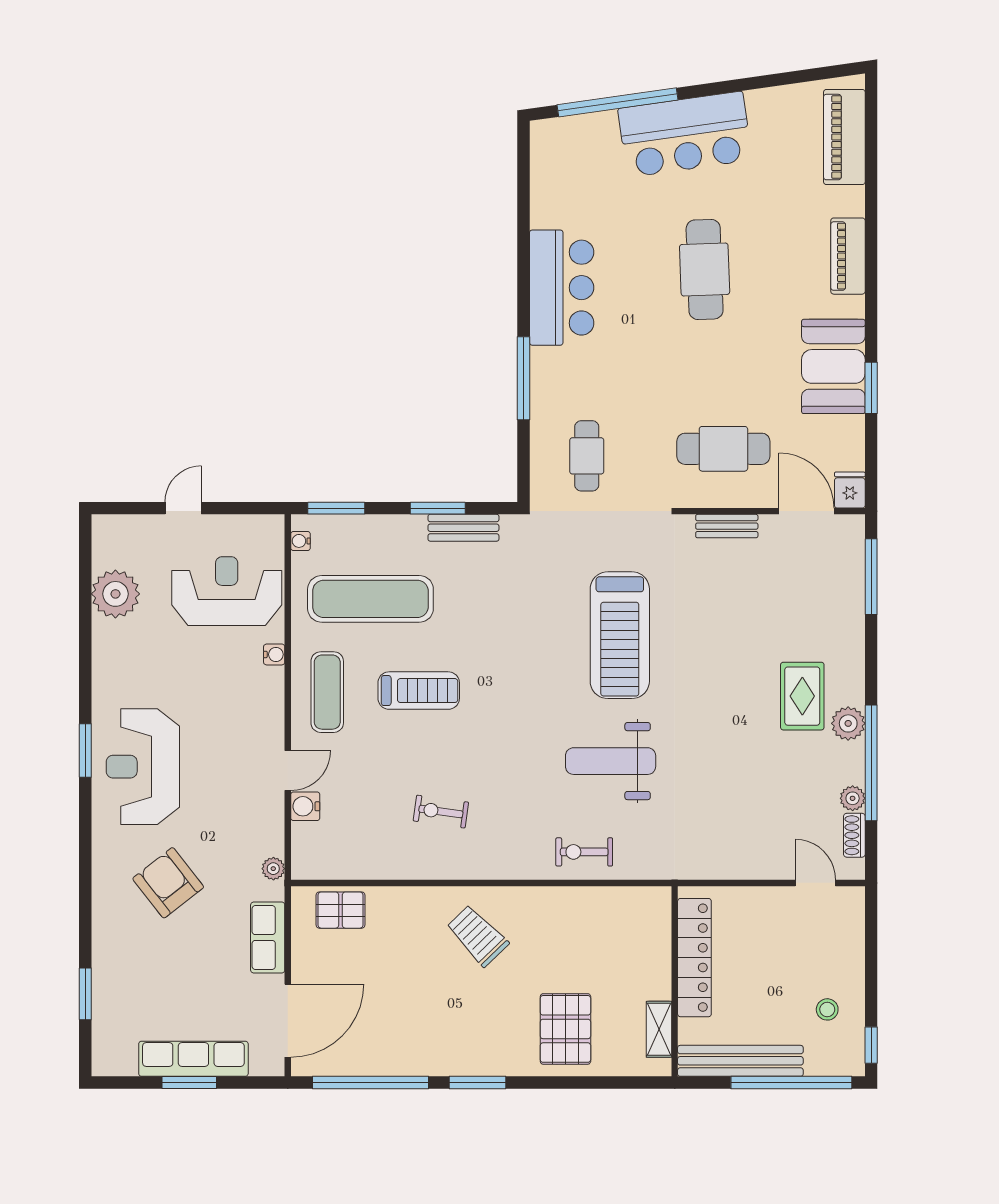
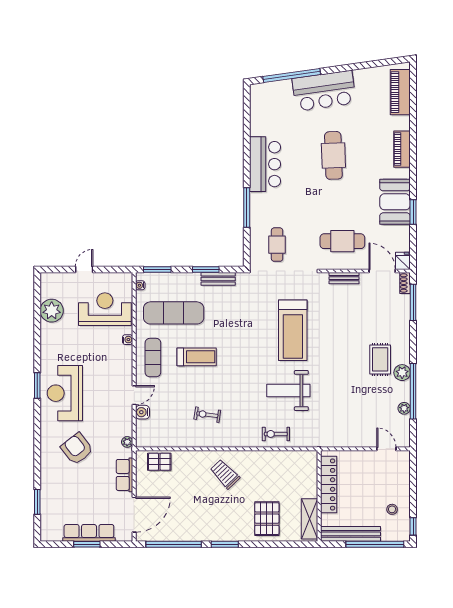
shoe rack: (854, 835) -> (405, 283), moved
shelving: (659, 1029) -> (310, 519), width x1.50, depth x1.33

